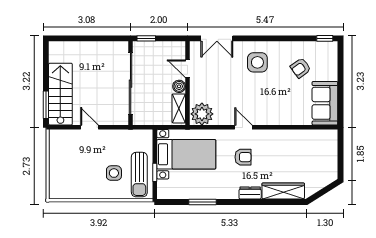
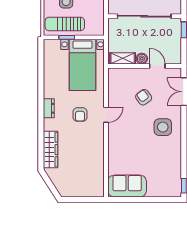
armchair: (301, 68) -> (144, 97), moved
door: (187, 69) -> (157, 66), hinge flipped
plant: (202, 114) -> (118, 79), removed
dresser: (250, 193) -> (49, 108), moved
window: (202, 202) -> (41, 79), removed

